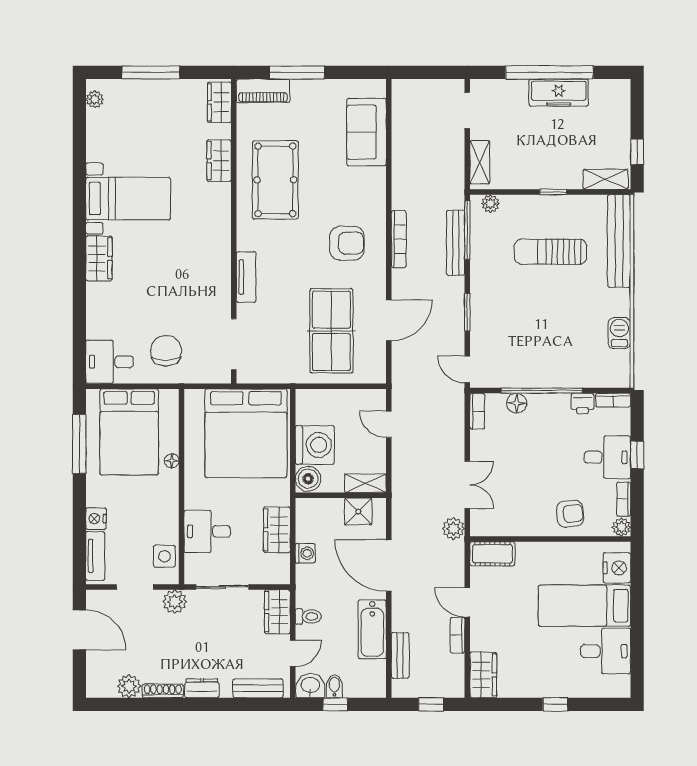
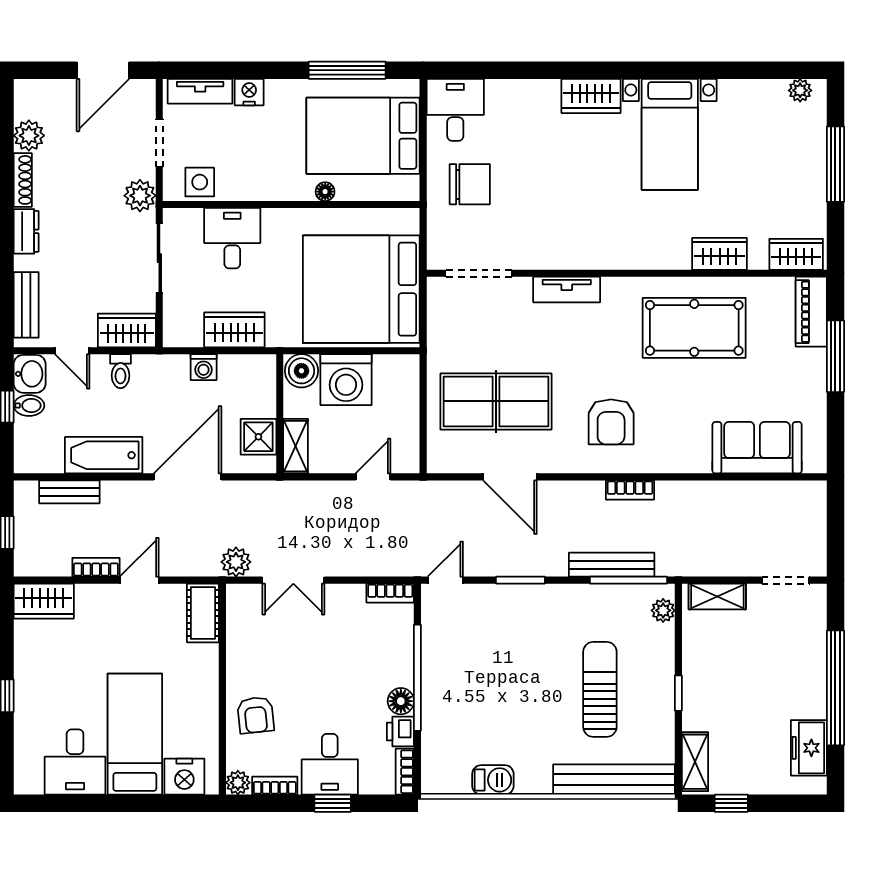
freezer: (559, 93) -> (809, 748), moved, width x0.71
bookcase: (399, 239) -> (630, 490), width x0.64
floor lamp: (517, 403) -> (401, 701), moved

